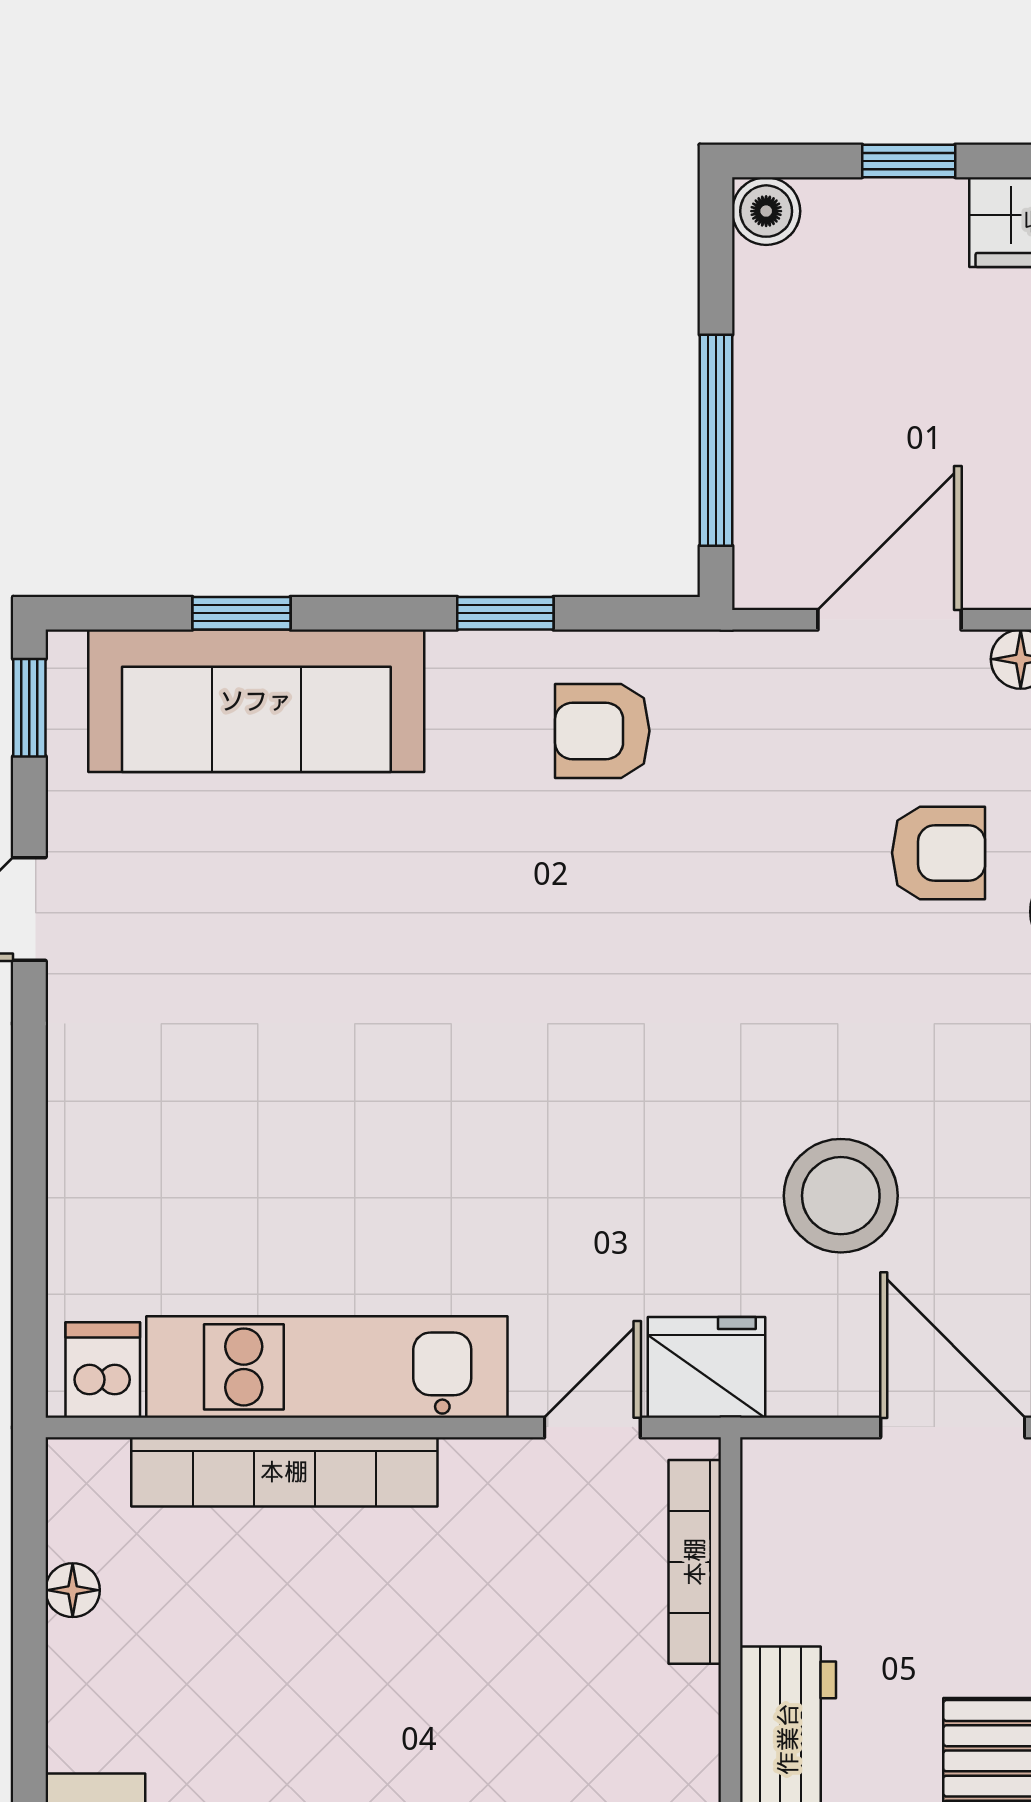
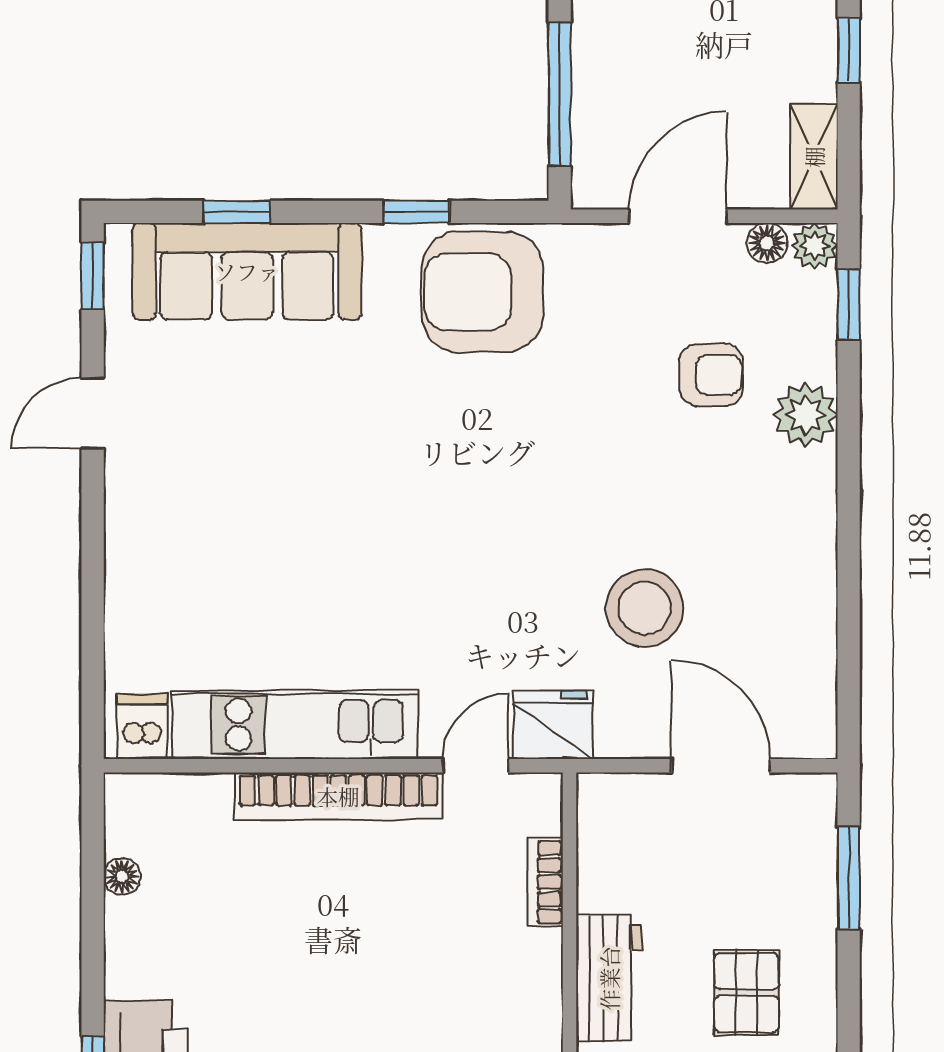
armchair: (602, 731) -> (482, 292), width x1.88, depth x1.88
bookcase: (284, 1472) -> (338, 796), moved
bookcase: (695, 1562) -> (545, 882), width x0.64

